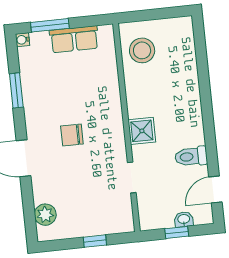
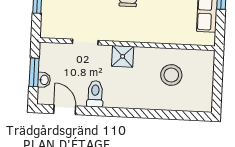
stool: (142, 50) -> (171, 75), moved
window: (177, 232) -> (34, 72), width x1.50

